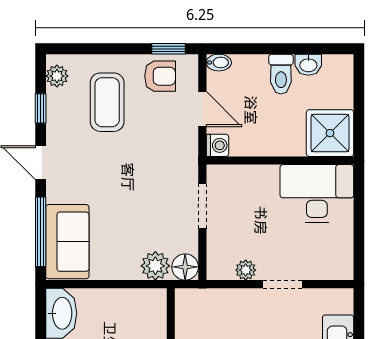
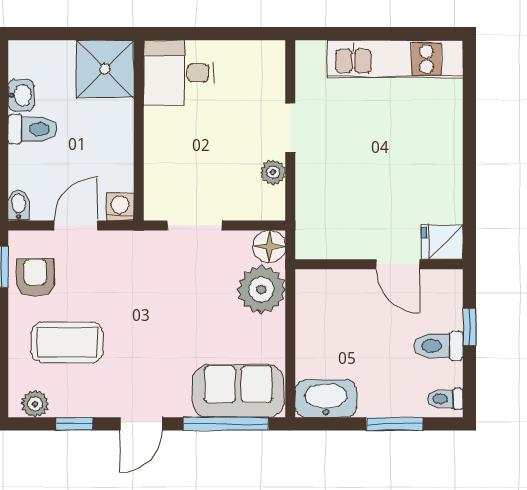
desk: (317, 193) -> (179, 73), width x0.73
plant: (155, 266) -> (261, 290), width x1.36, depth x1.36

